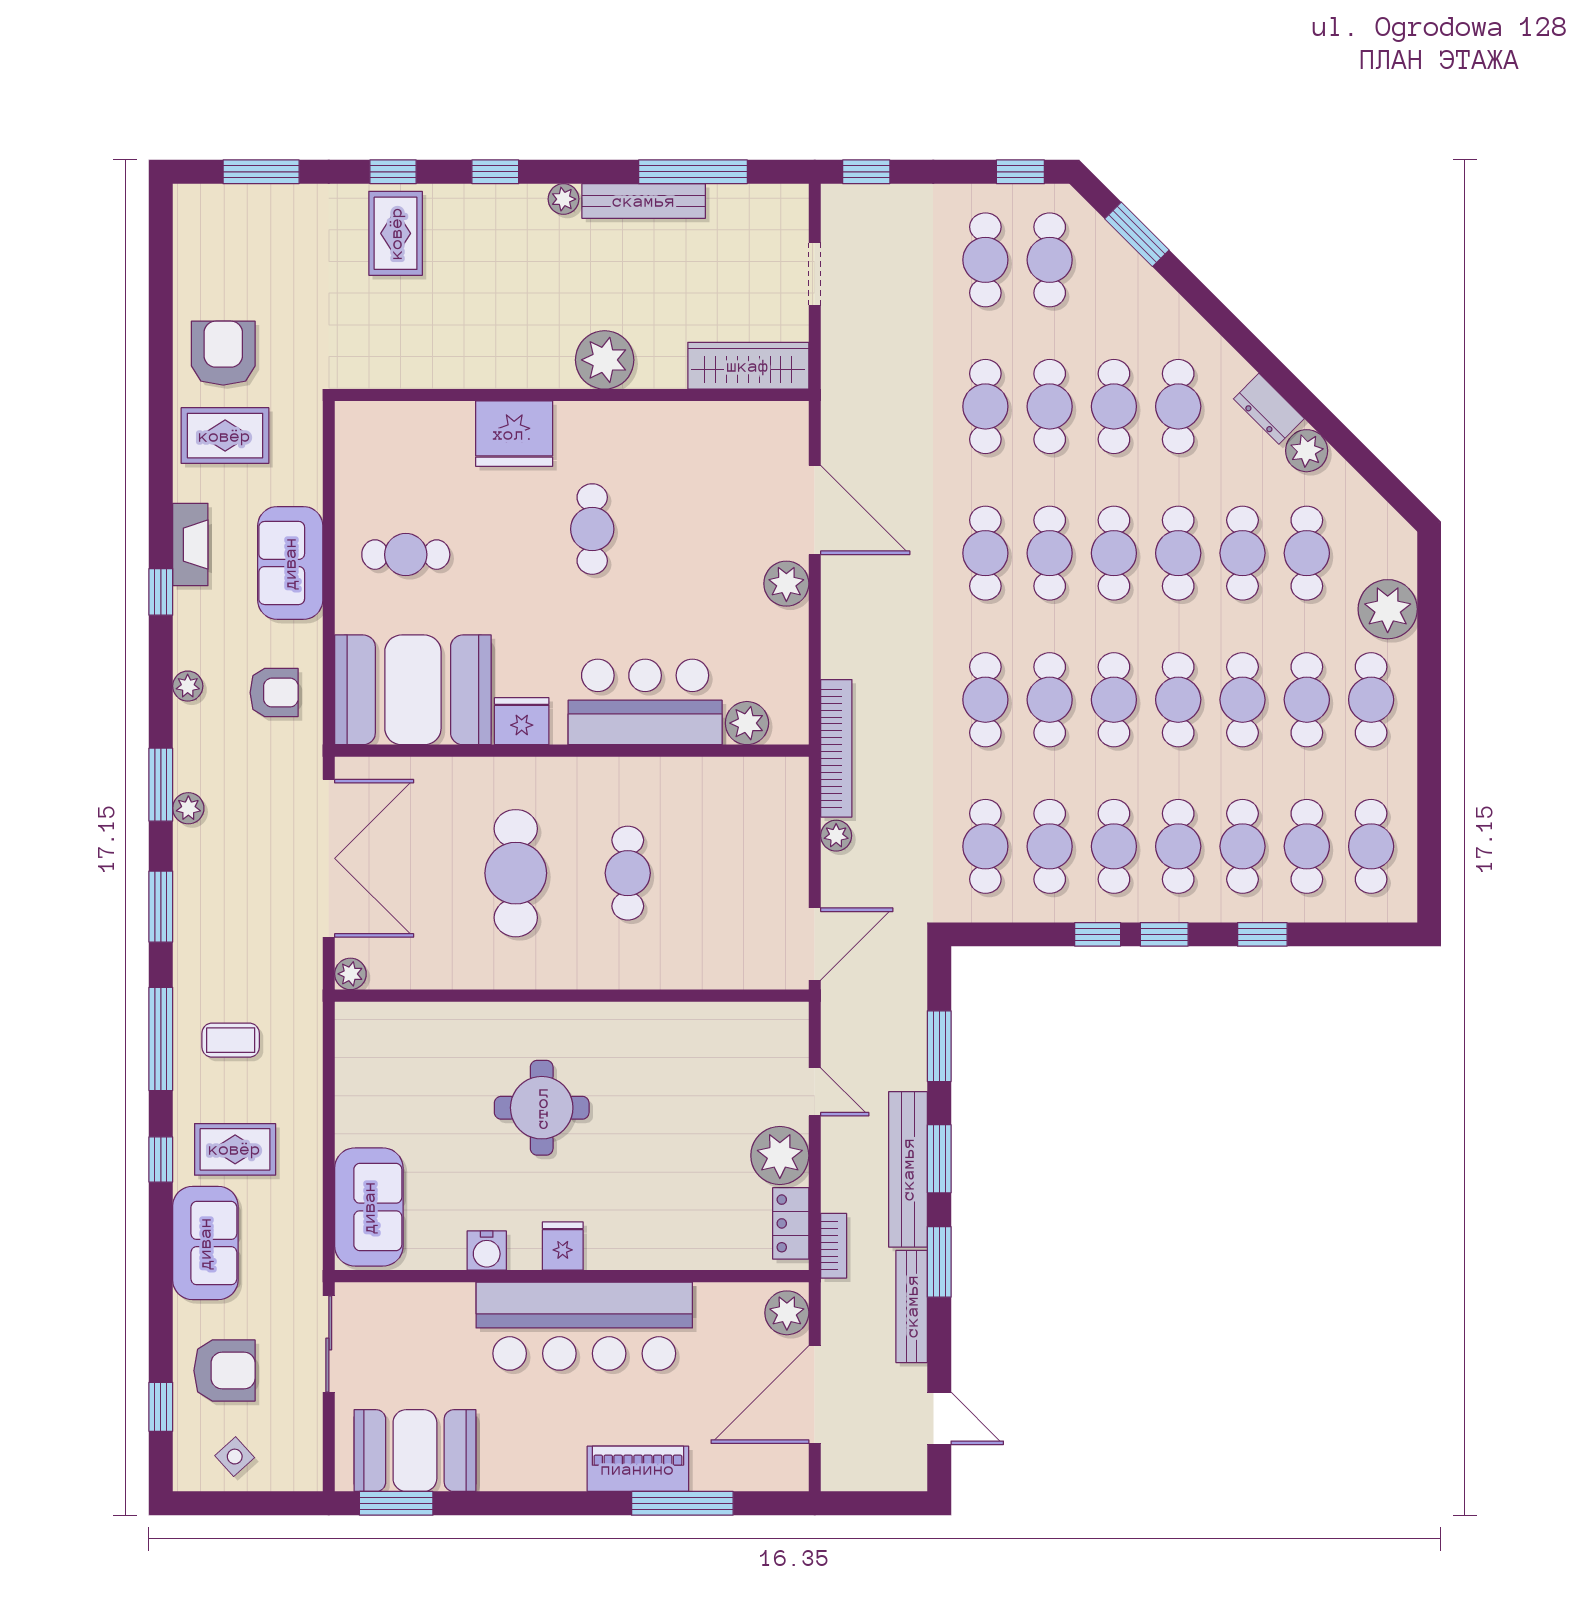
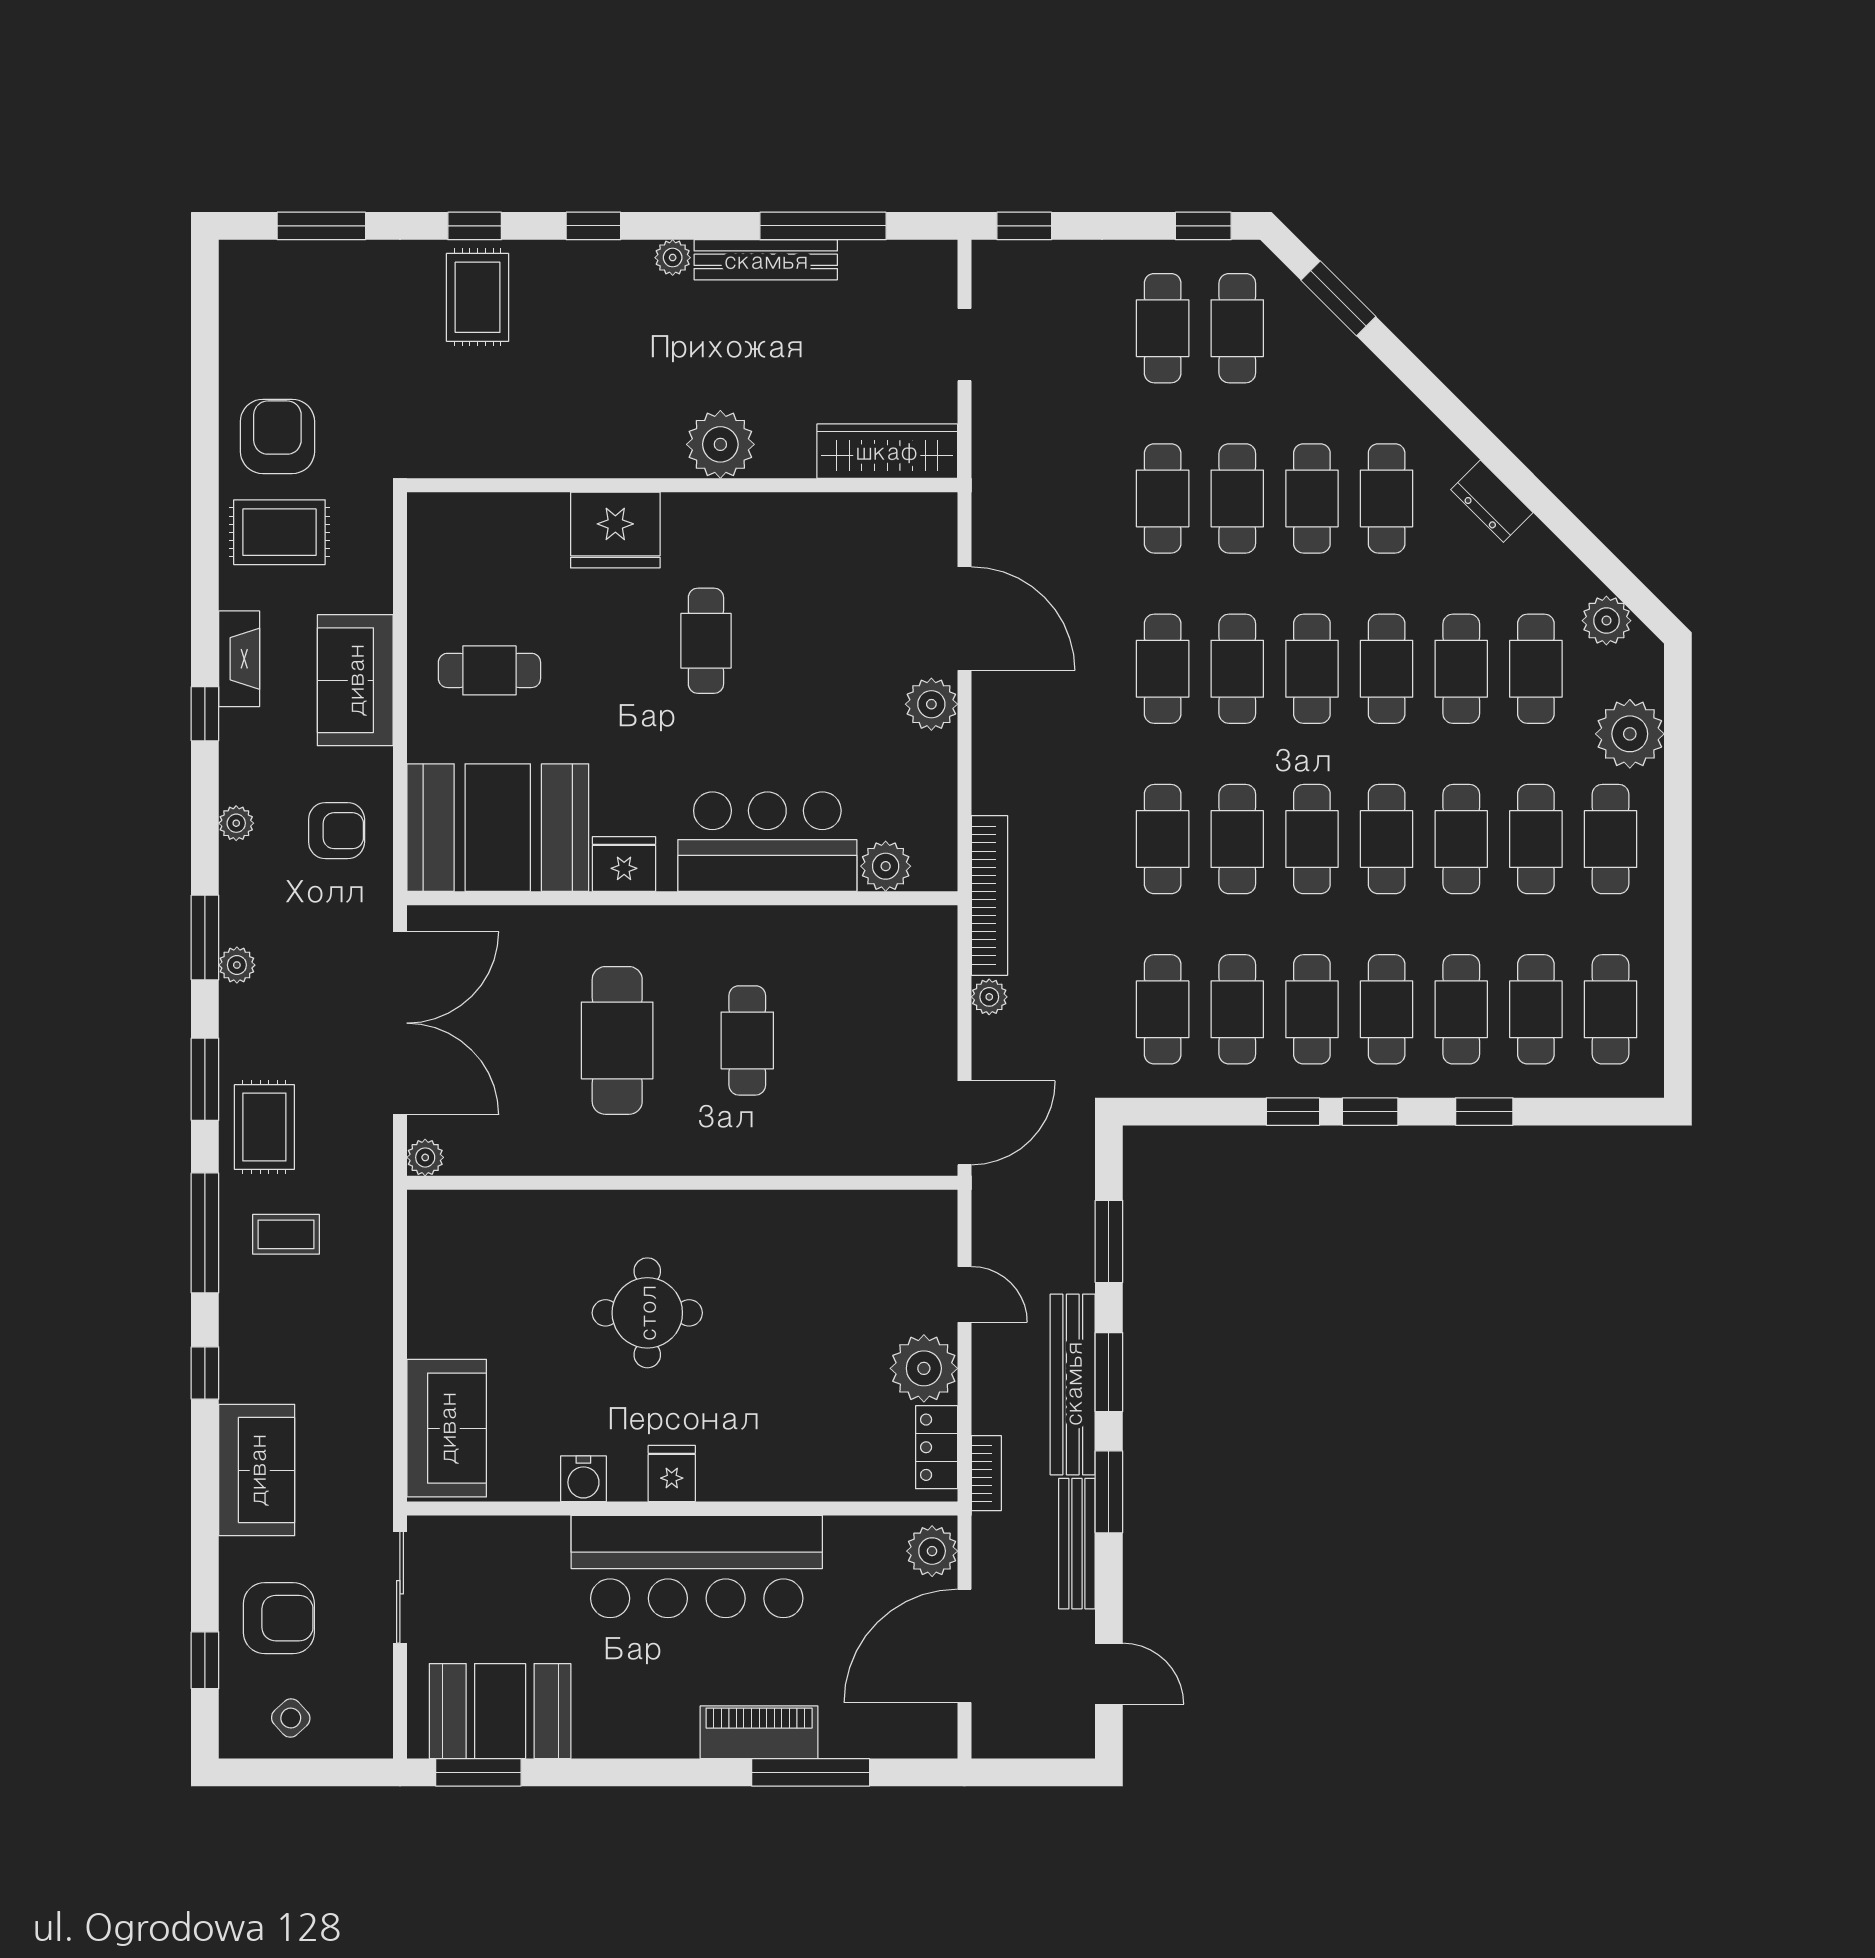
plant: (1307, 451) -> (1606, 621), moved
rug: (235, 1149) -> (264, 1127), moved, turned 90

